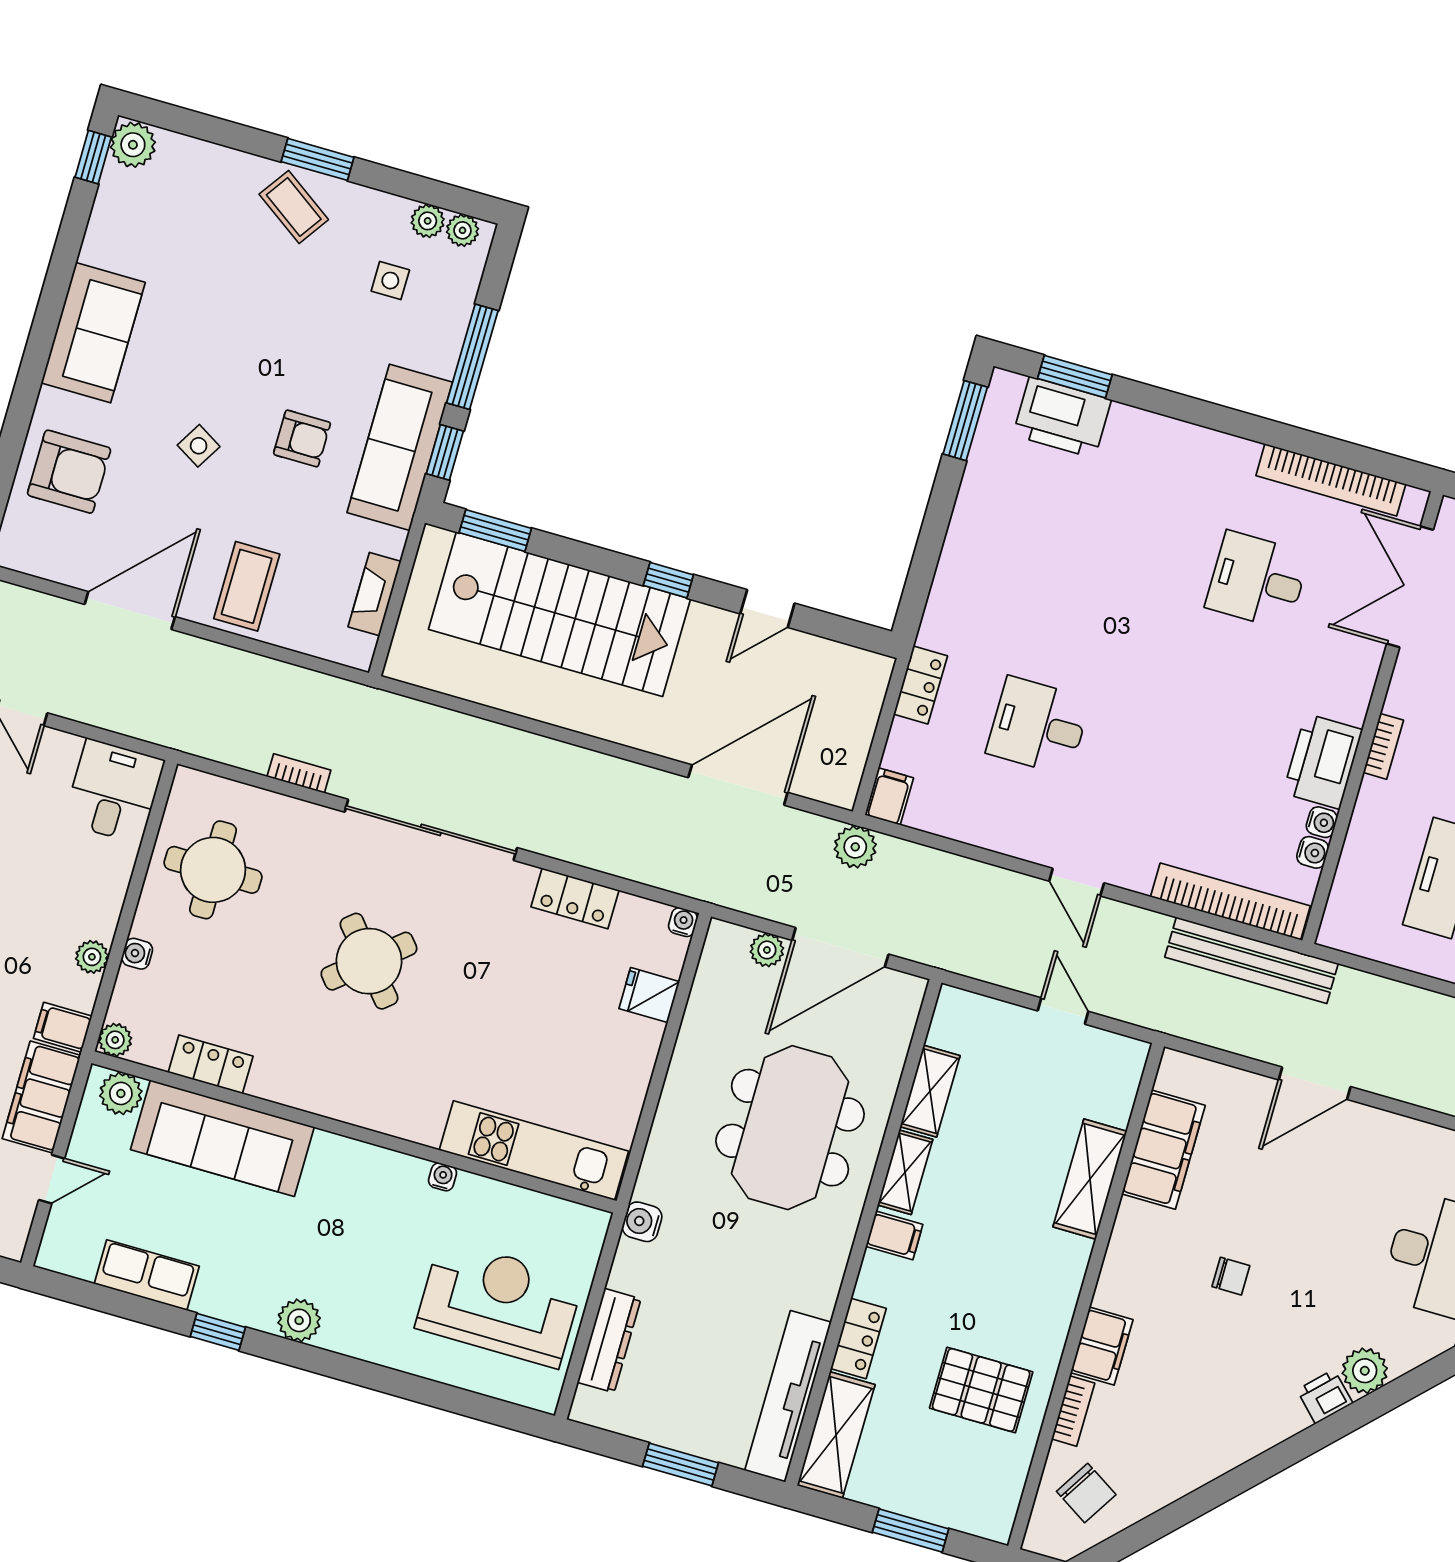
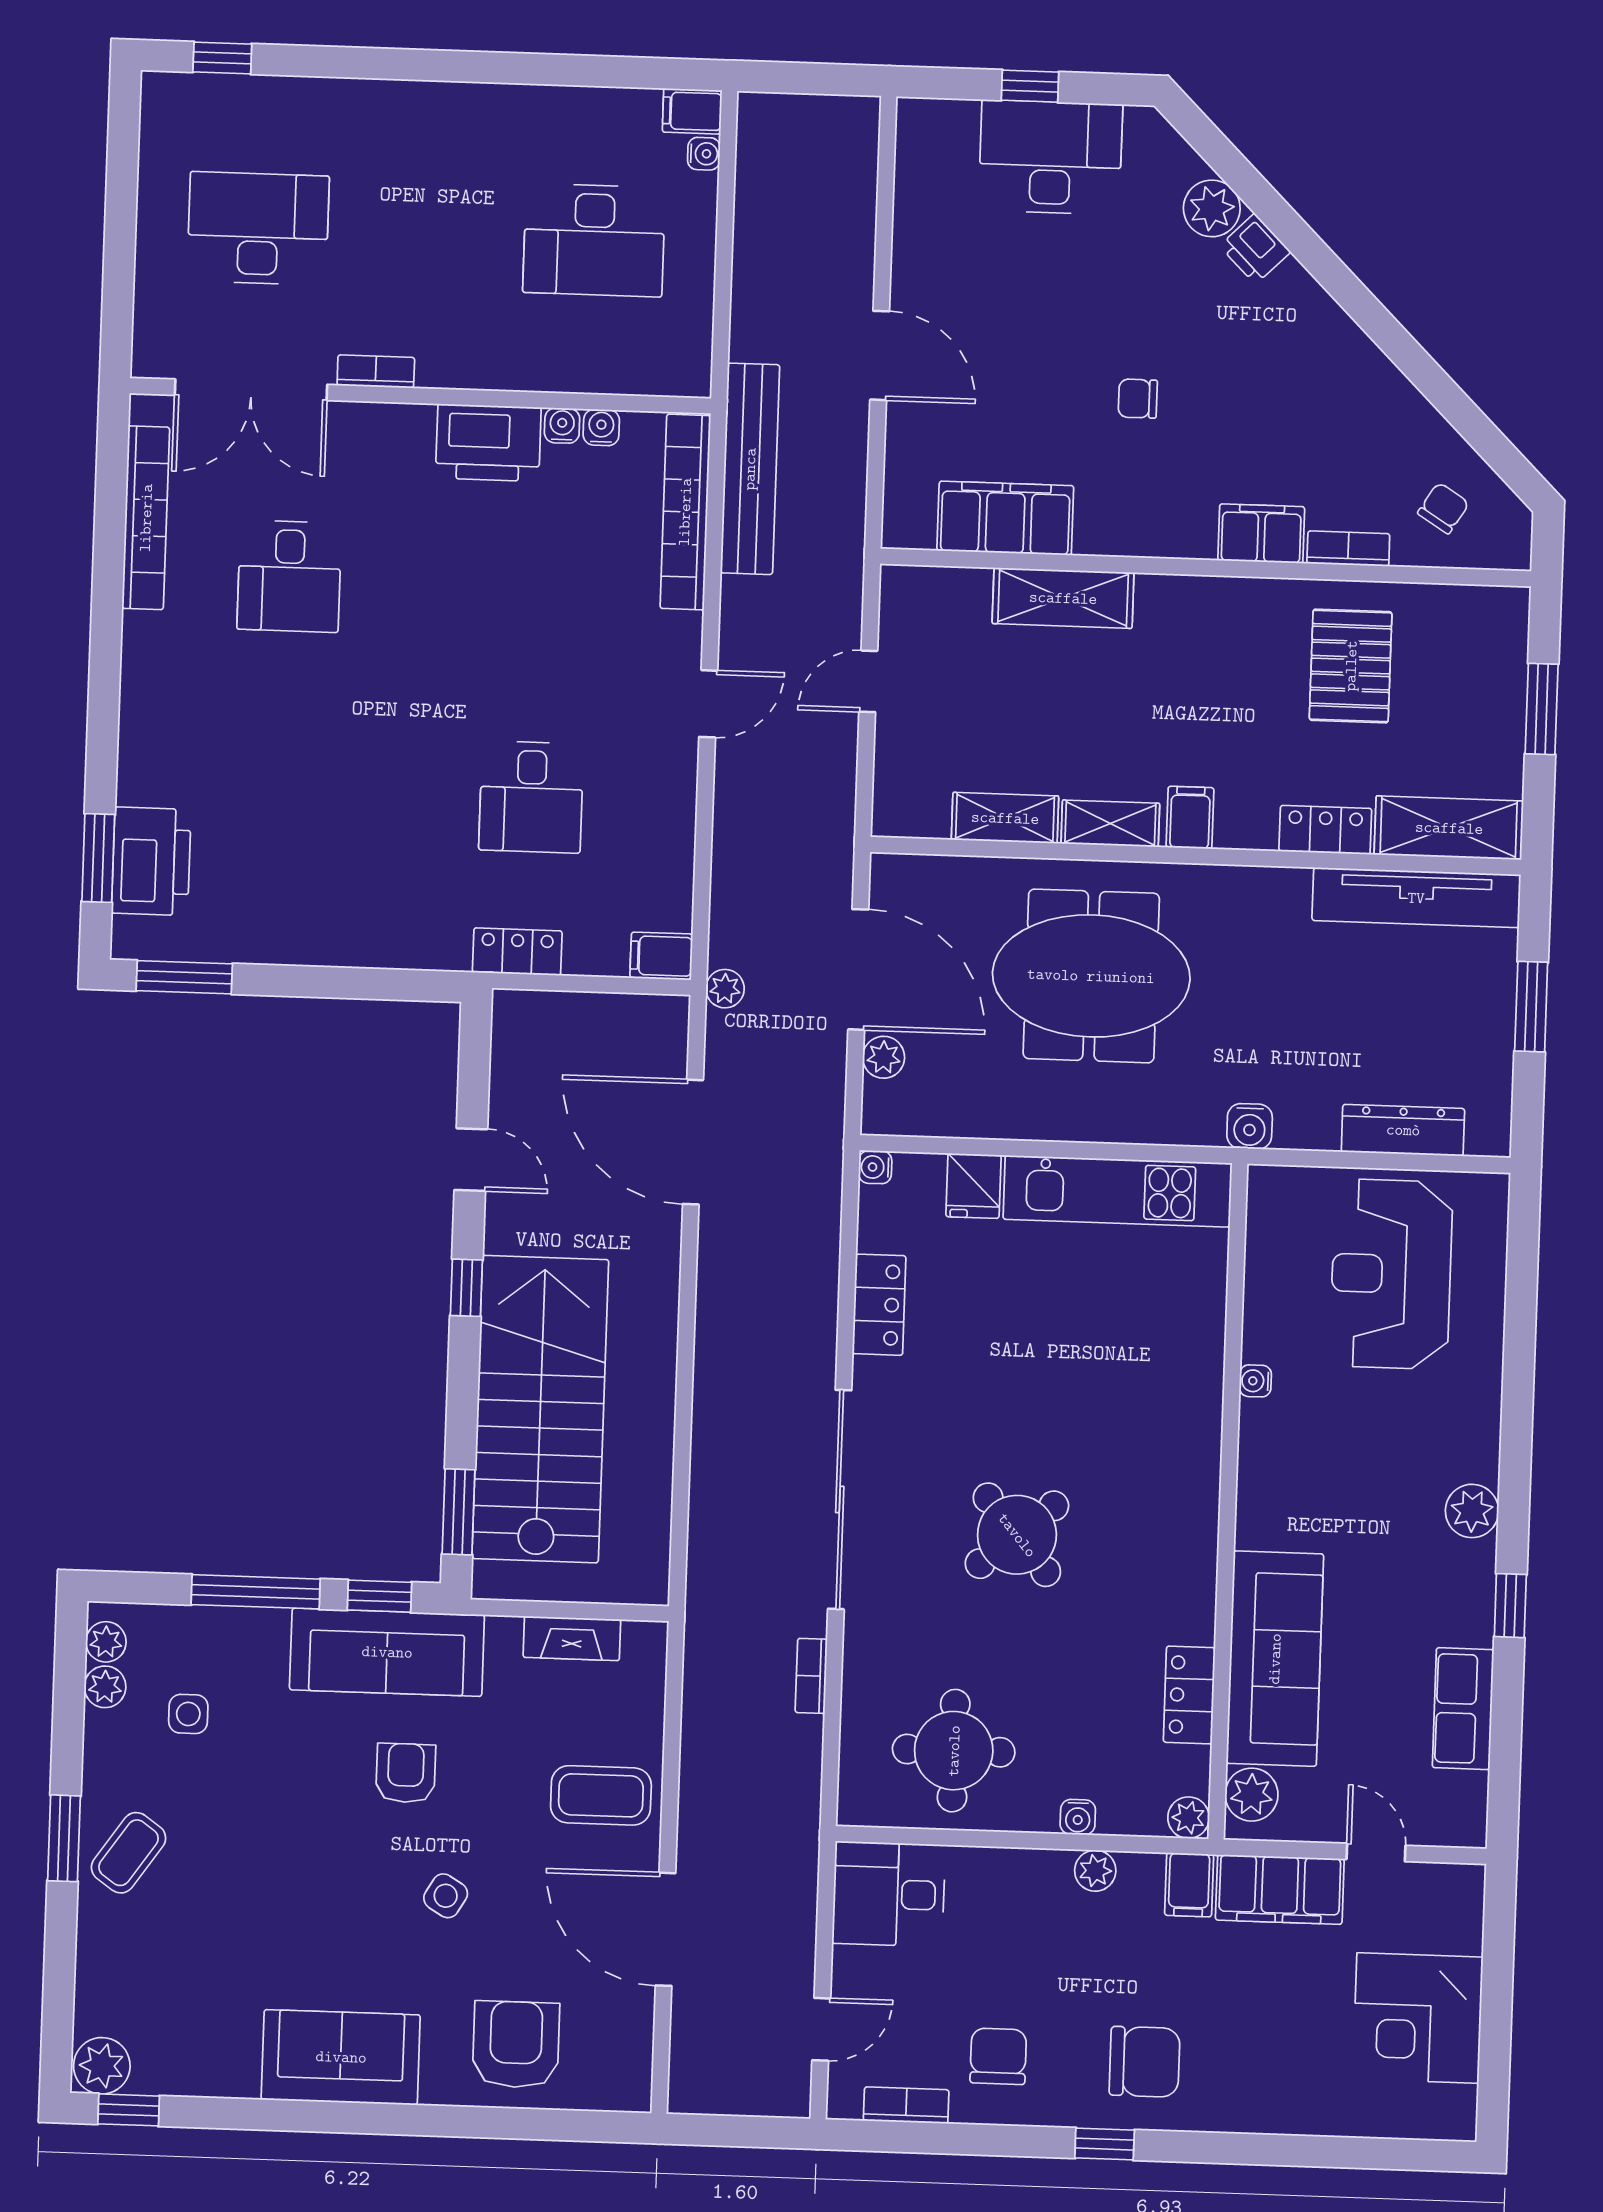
bookcase: (1383, 746) -> (376, 371), moved
plant: (855, 847) -> (725, 989), width x0.73, depth x0.73
kitchen unit: (534, 1151) -> (1118, 1191), moved, turned -90
chair: (1231, 1276) -> (1138, 399), turned -90
chair: (1086, 1493) -> (1443, 508), width x0.73, depth x0.73

